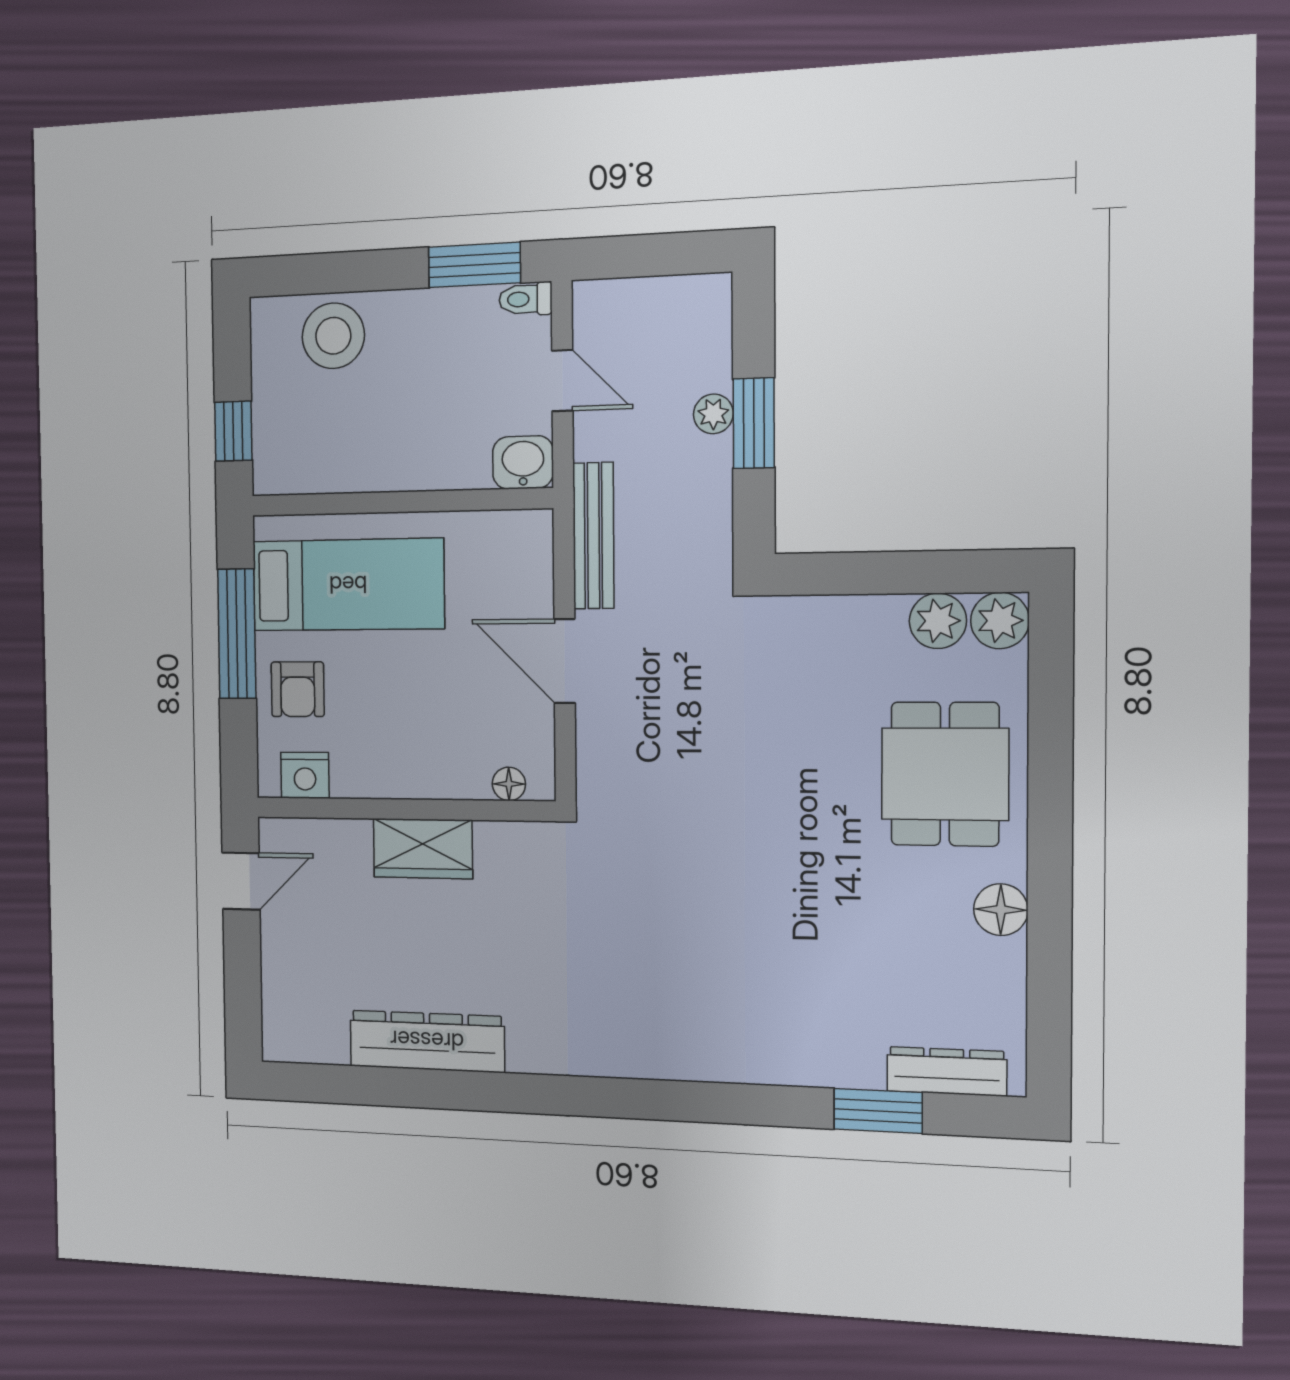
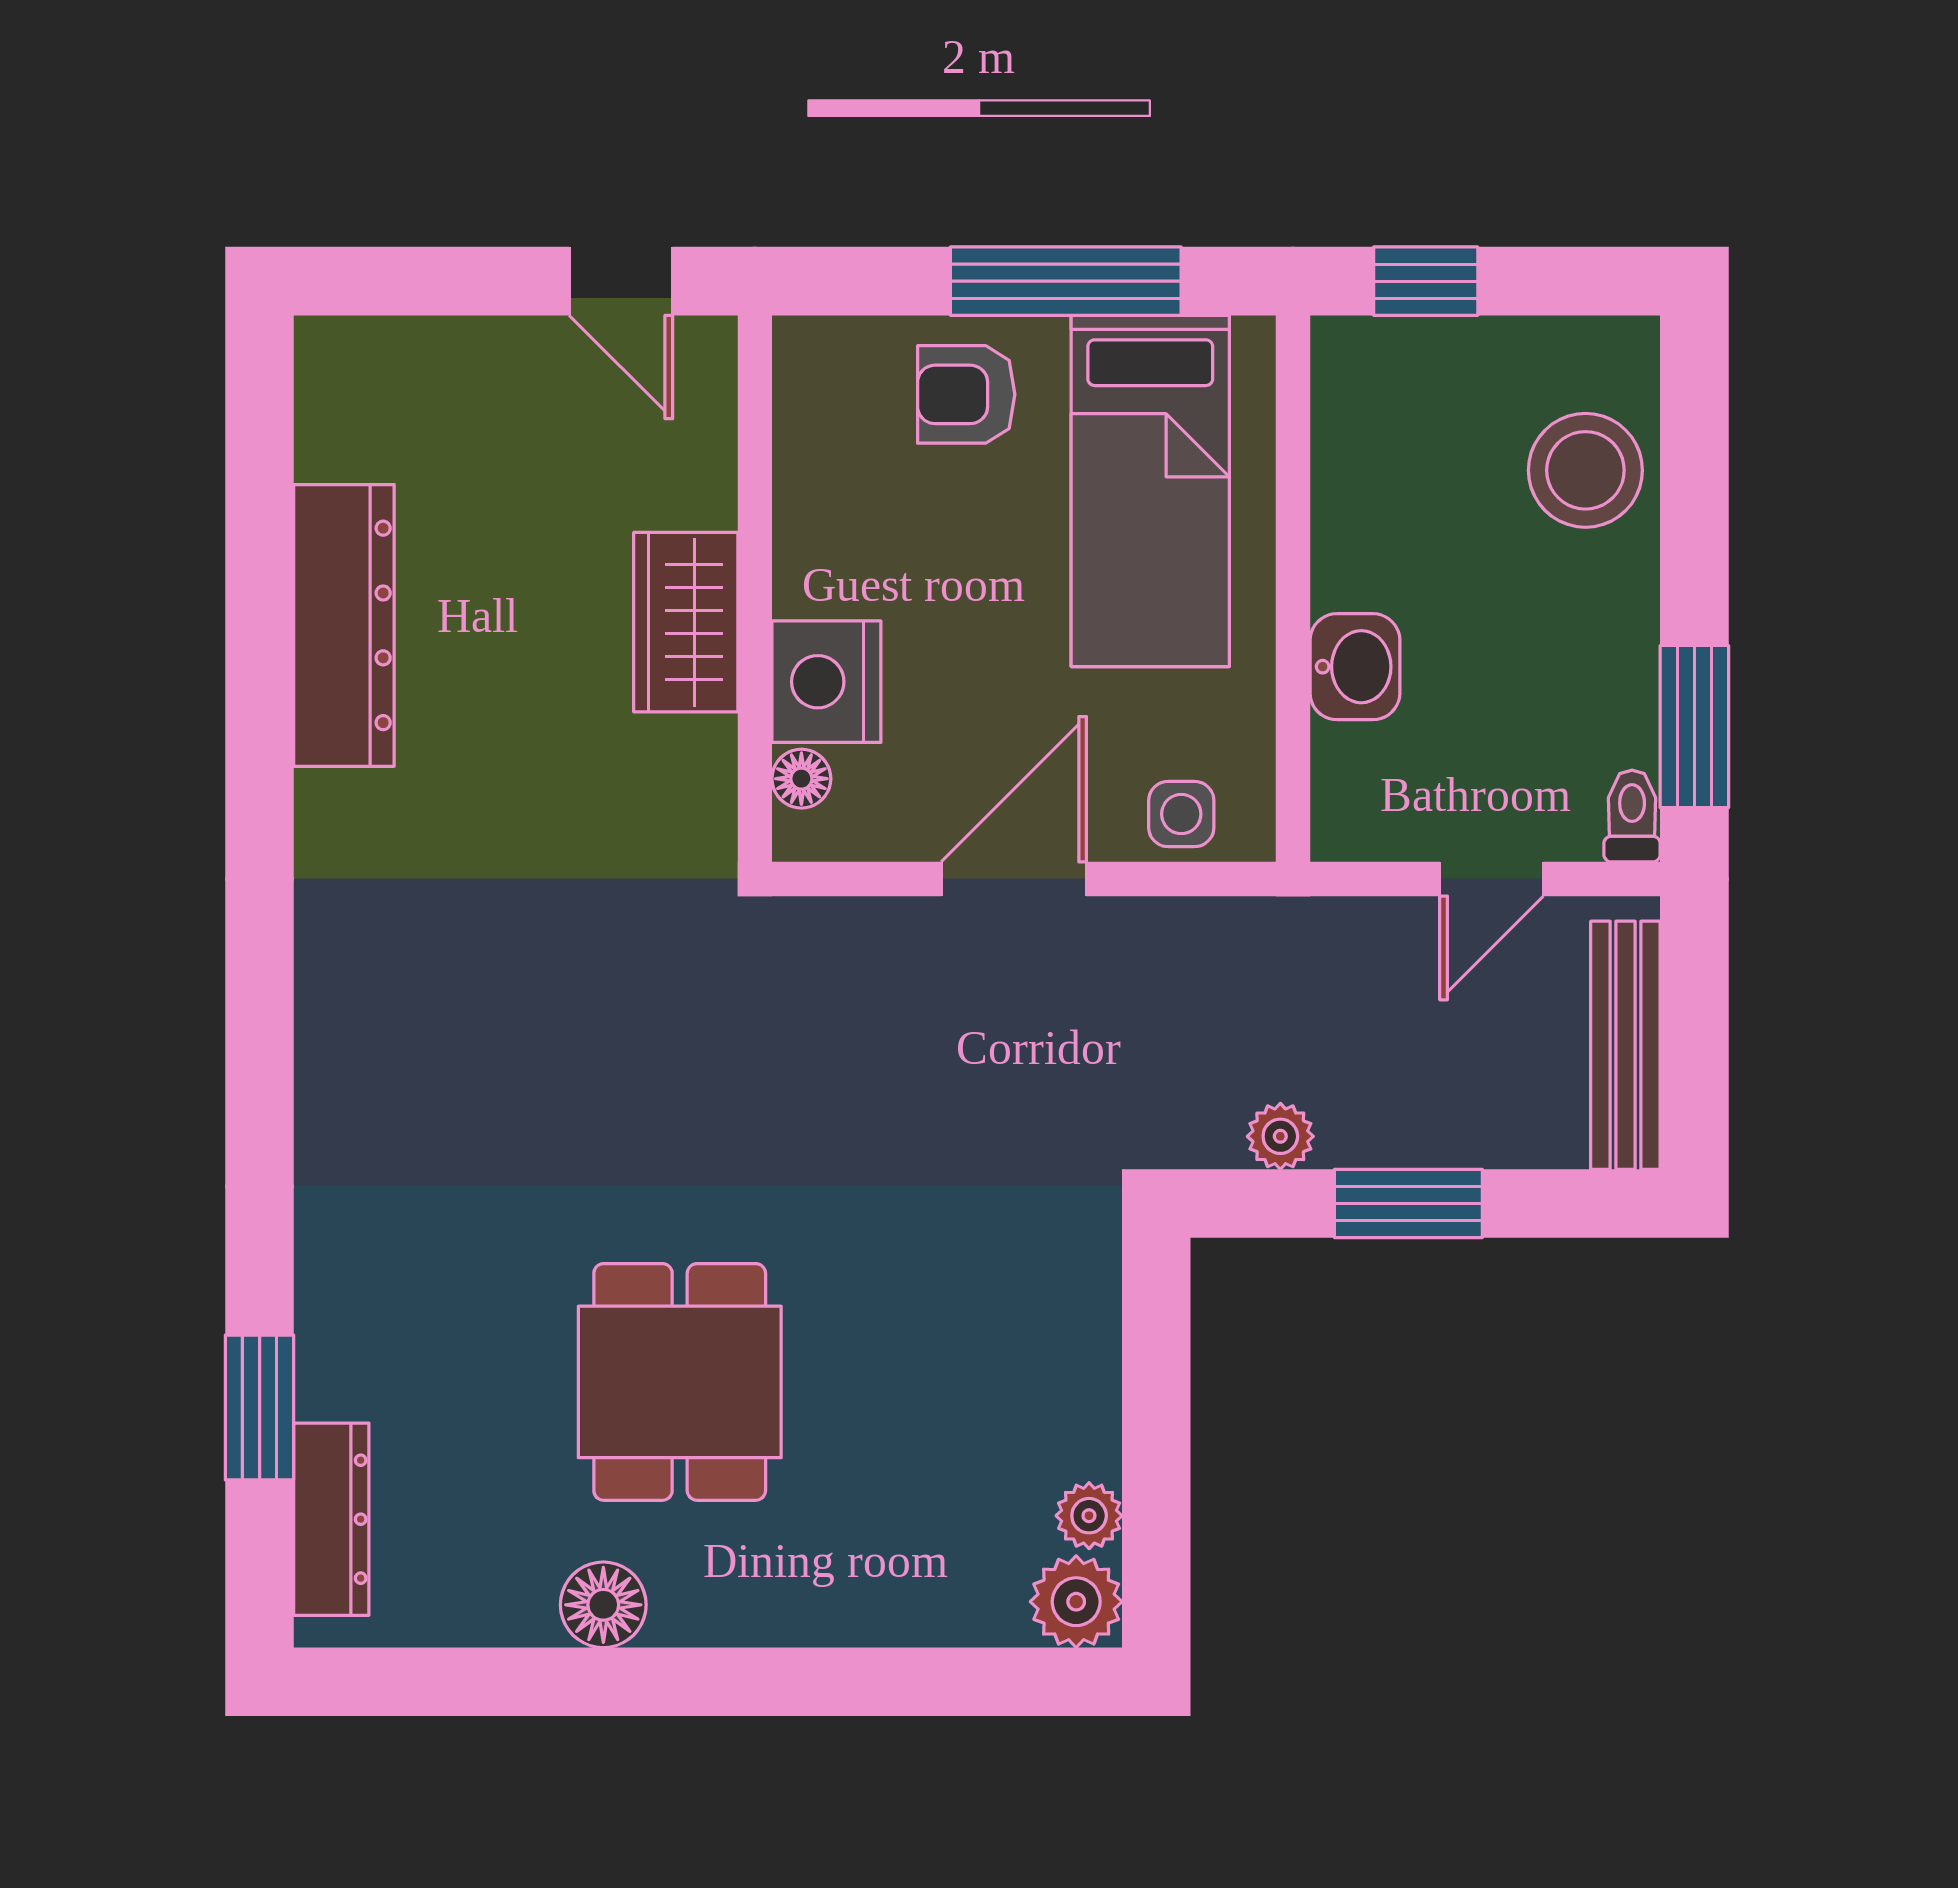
plant: (713, 414) -> (1280, 1136), moved
washbasin: (523, 462) -> (1355, 667), moved
bench: (593, 536) -> (1625, 1045), moved, turned 90
side table: (527, 564) -> (1181, 814), added
plant: (938, 621) -> (1089, 1516), width x0.73, depth x0.73
dining table: (945, 774) -> (680, 1382), moved, turned 90
nightstand: (305, 775) -> (826, 682), moved, width x1.36, depth x1.33

